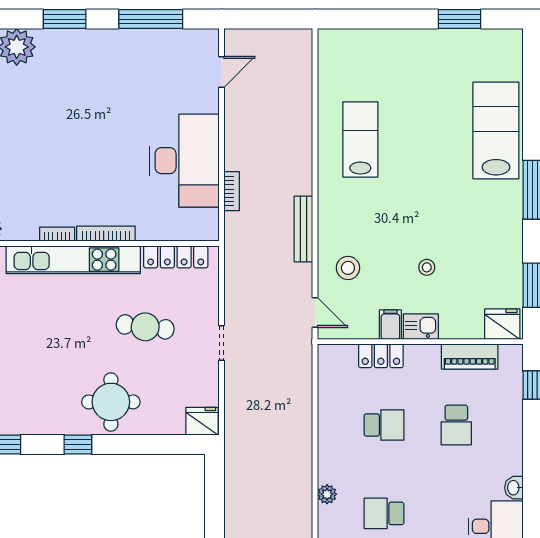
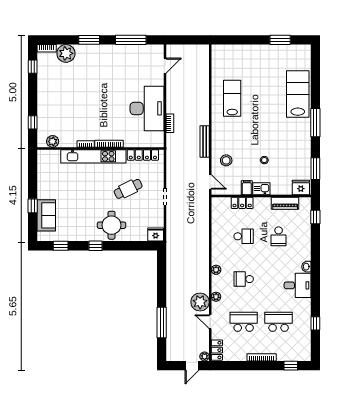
cafe table: (145, 327) -> (128, 189), turned -33

